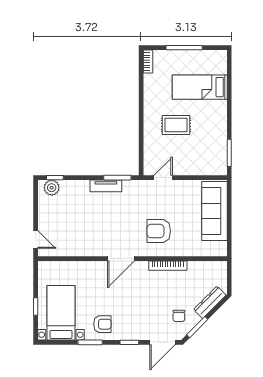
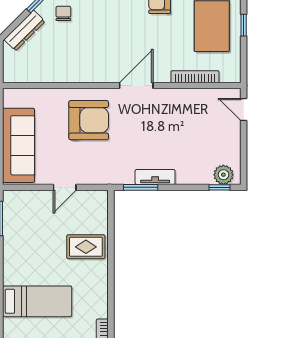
rug: (176, 125) -> (86, 247), moved
door: (163, 178) -> (65, 187), moved
armchair: (159, 231) -> (89, 120), width x1.36, depth x1.36
bookcase: (168, 266) -> (195, 77), moved

